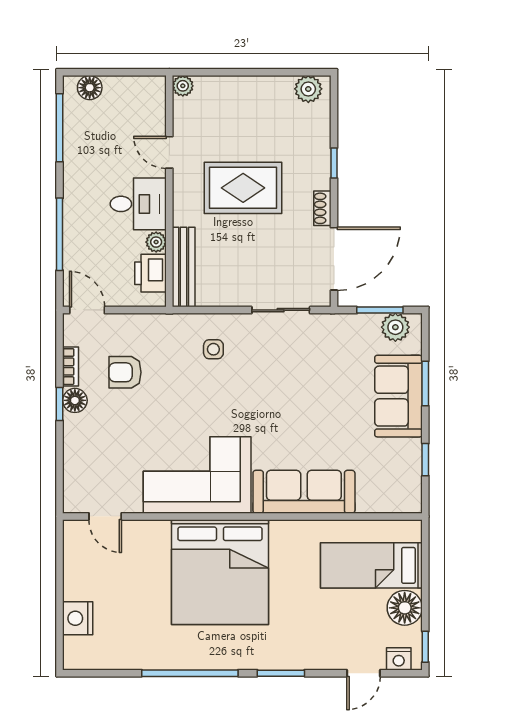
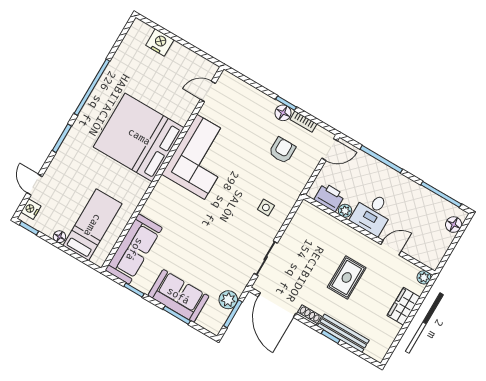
plant: (308, 89) -> (381, 347), removed
wardrobe: (237, 90) -> (404, 306), added
rug: (243, 188) -> (347, 277), width x0.73, depth x0.70
bench: (184, 267) -> (343, 333), moved
plant: (395, 327) -> (228, 300), moved
sofa: (304, 492) -> (134, 249), moved
floor lamp: (405, 608) -> (59, 237), width x0.53, depth x0.53

